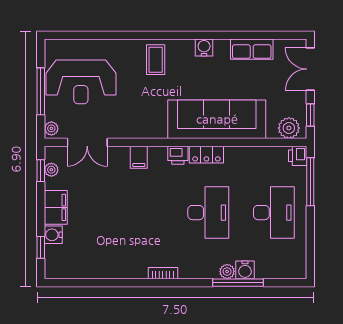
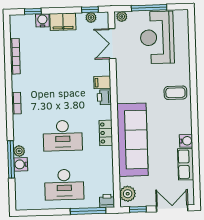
water cooler: (204, 48) -> (186, 141), moved
printer: (178, 155) -> (104, 97), moved
bookcase: (100, 273) -> (15, 56), added

